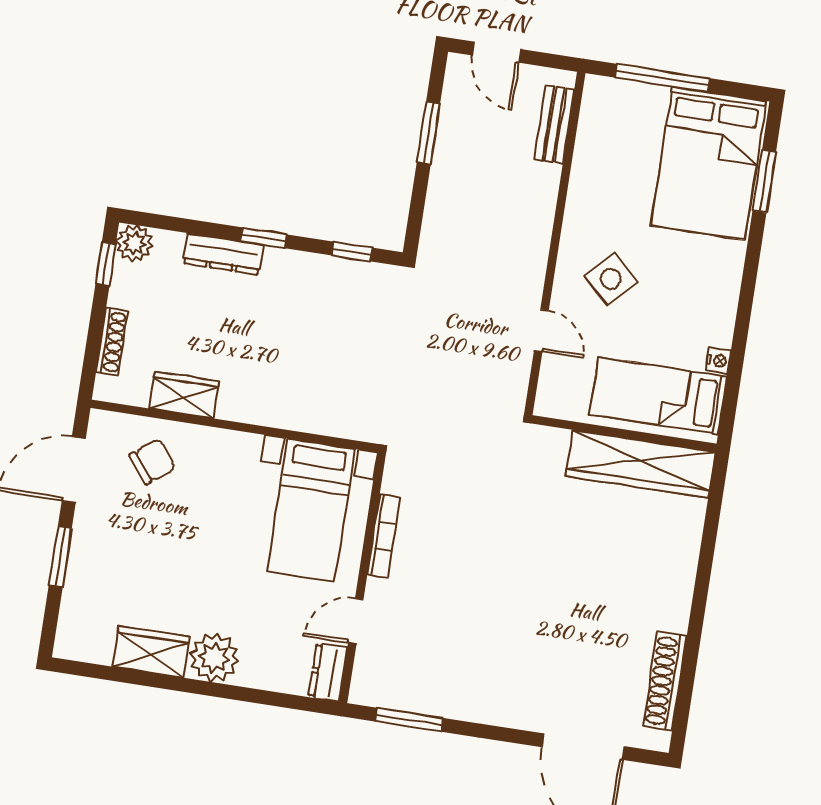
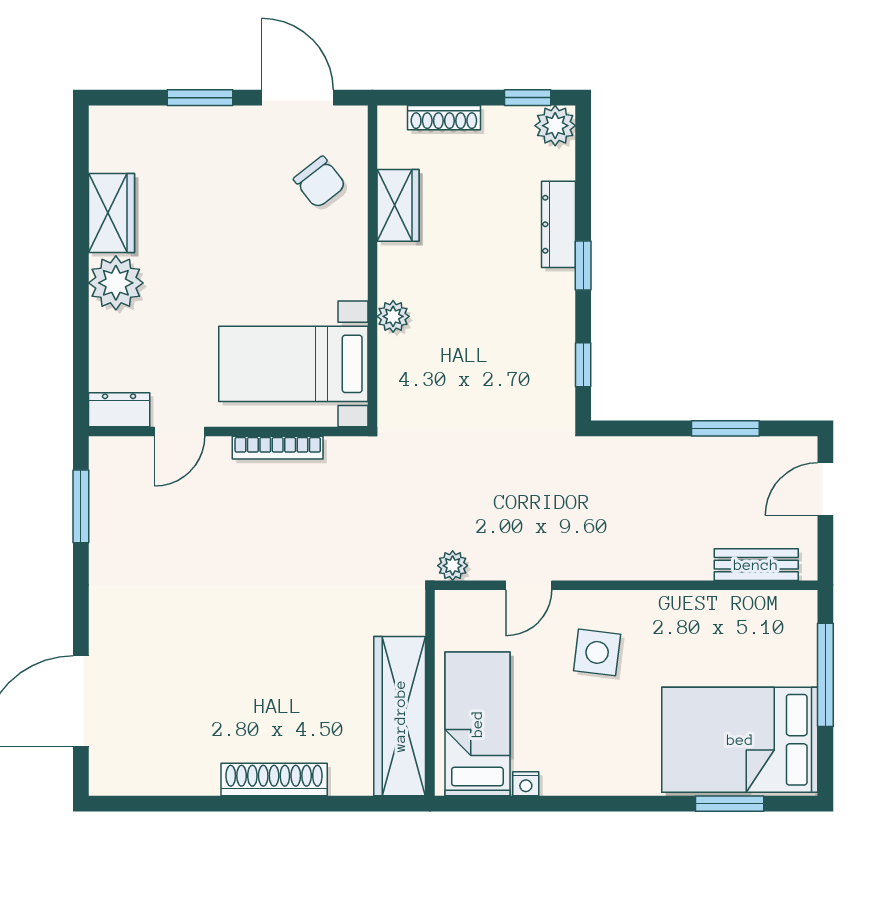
side table: (611, 279) -> (597, 652), turned -36
plant: (513, 396) -> (453, 566), added
plant: (282, 415) -> (393, 316), added
door: (356, 621) -> (180, 431), swing flipped
shoe rack: (665, 681) -> (274, 780), moved

